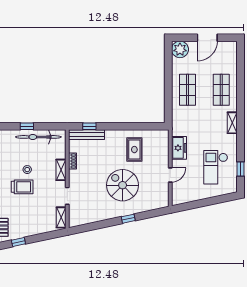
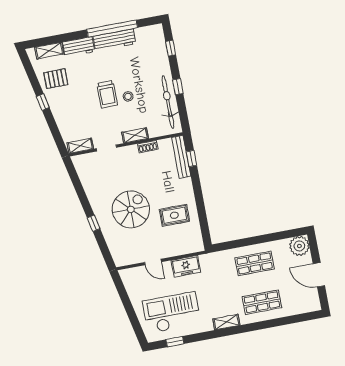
checkout: (216, 167) -> (172, 313), width x1.36, depth x1.21

